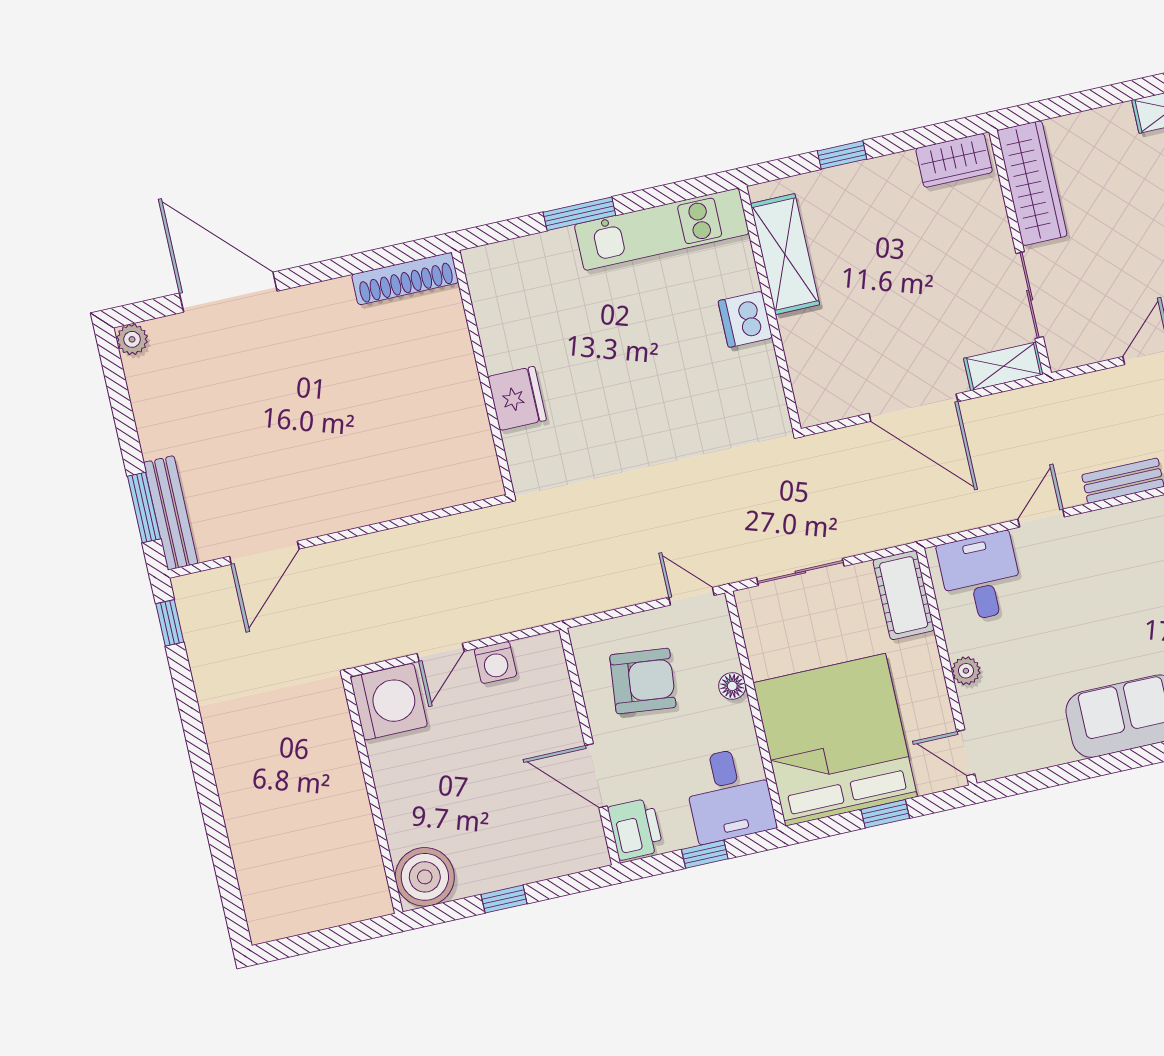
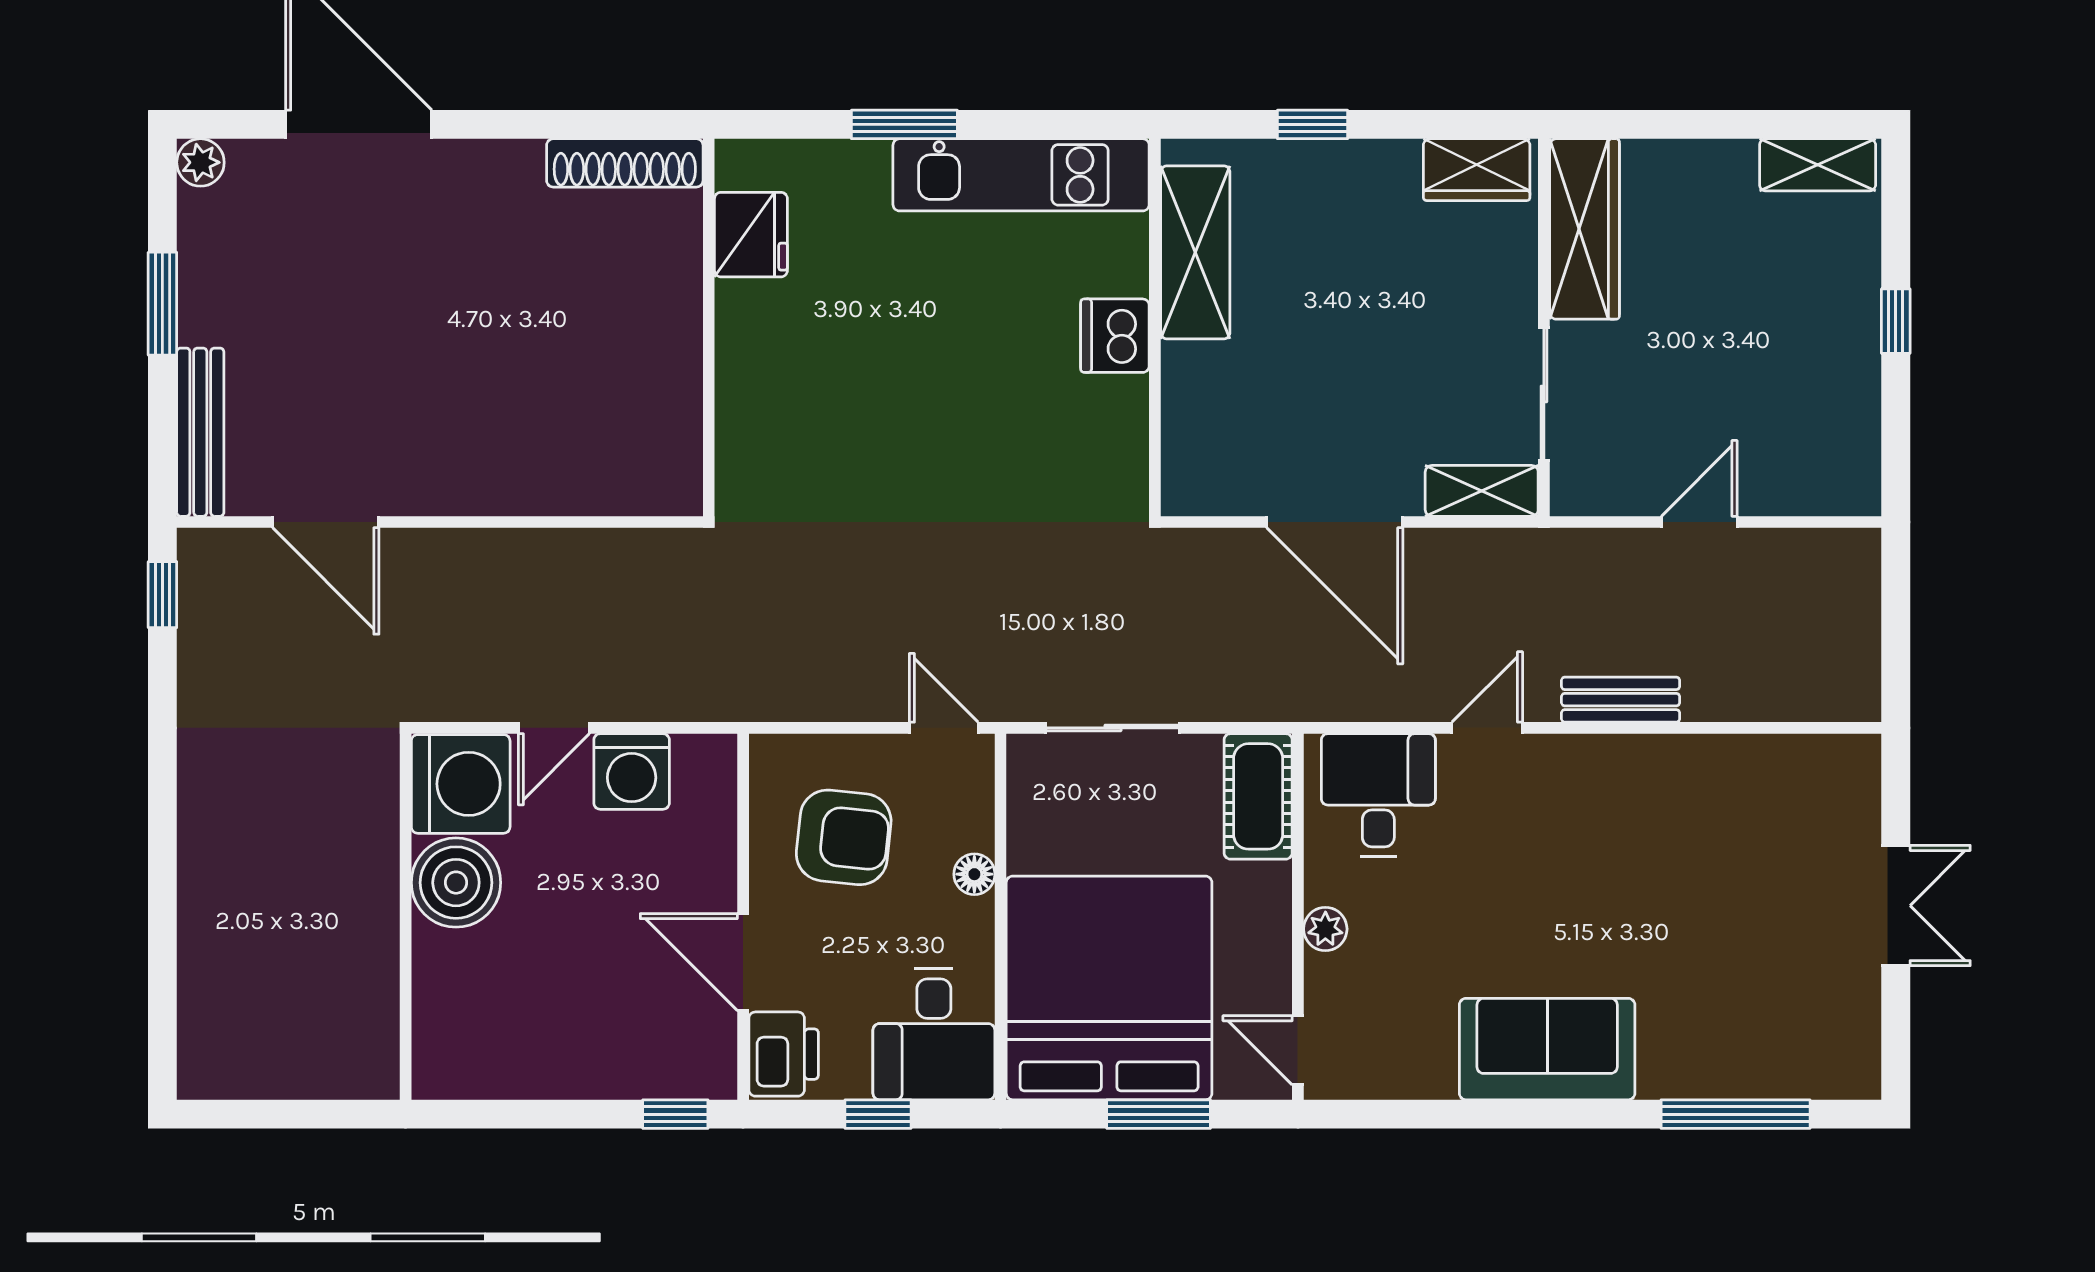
fridge: (517, 398) -> (751, 235), moved
window: (144, 508) -> (162, 304), moved
door: (264, 553) -> (326, 522), hinge flipped
washing machine: (495, 663) -> (632, 771), width x1.38, depth x1.38
window: (885, 814) -> (1159, 1114), width x1.50
boiler: (425, 877) -> (456, 883), moved
window: (504, 899) -> (675, 1114), moved

